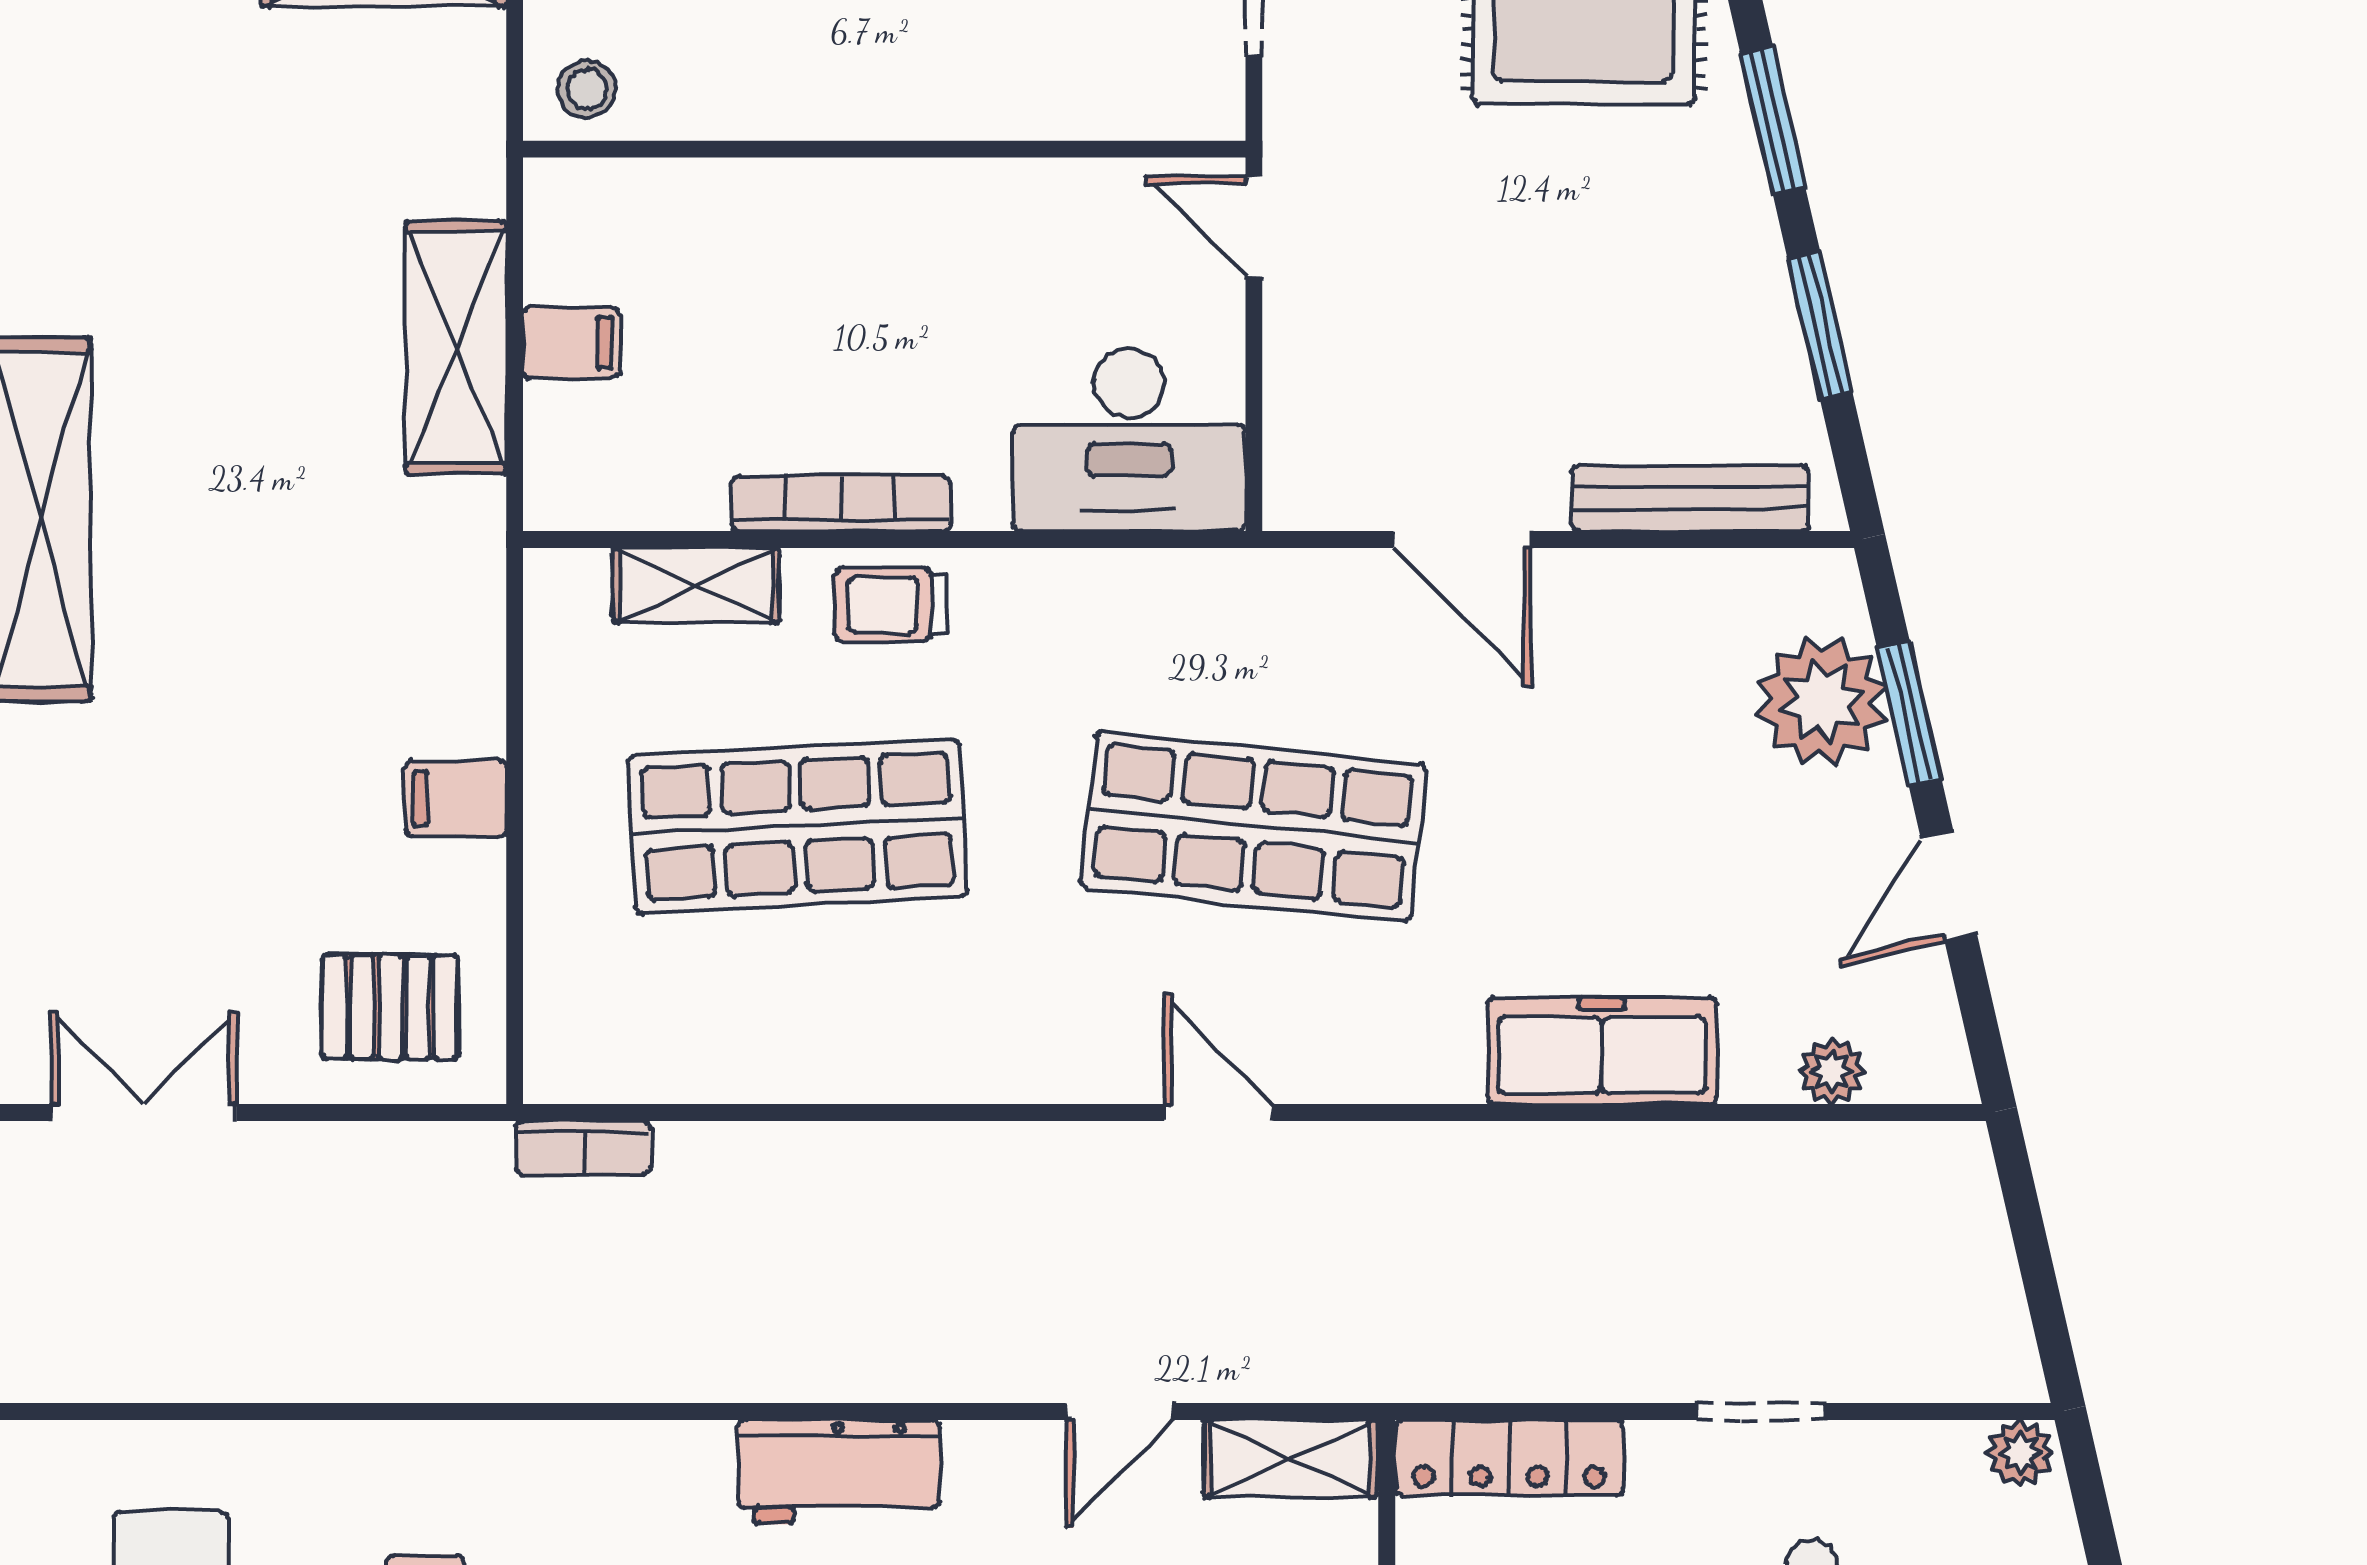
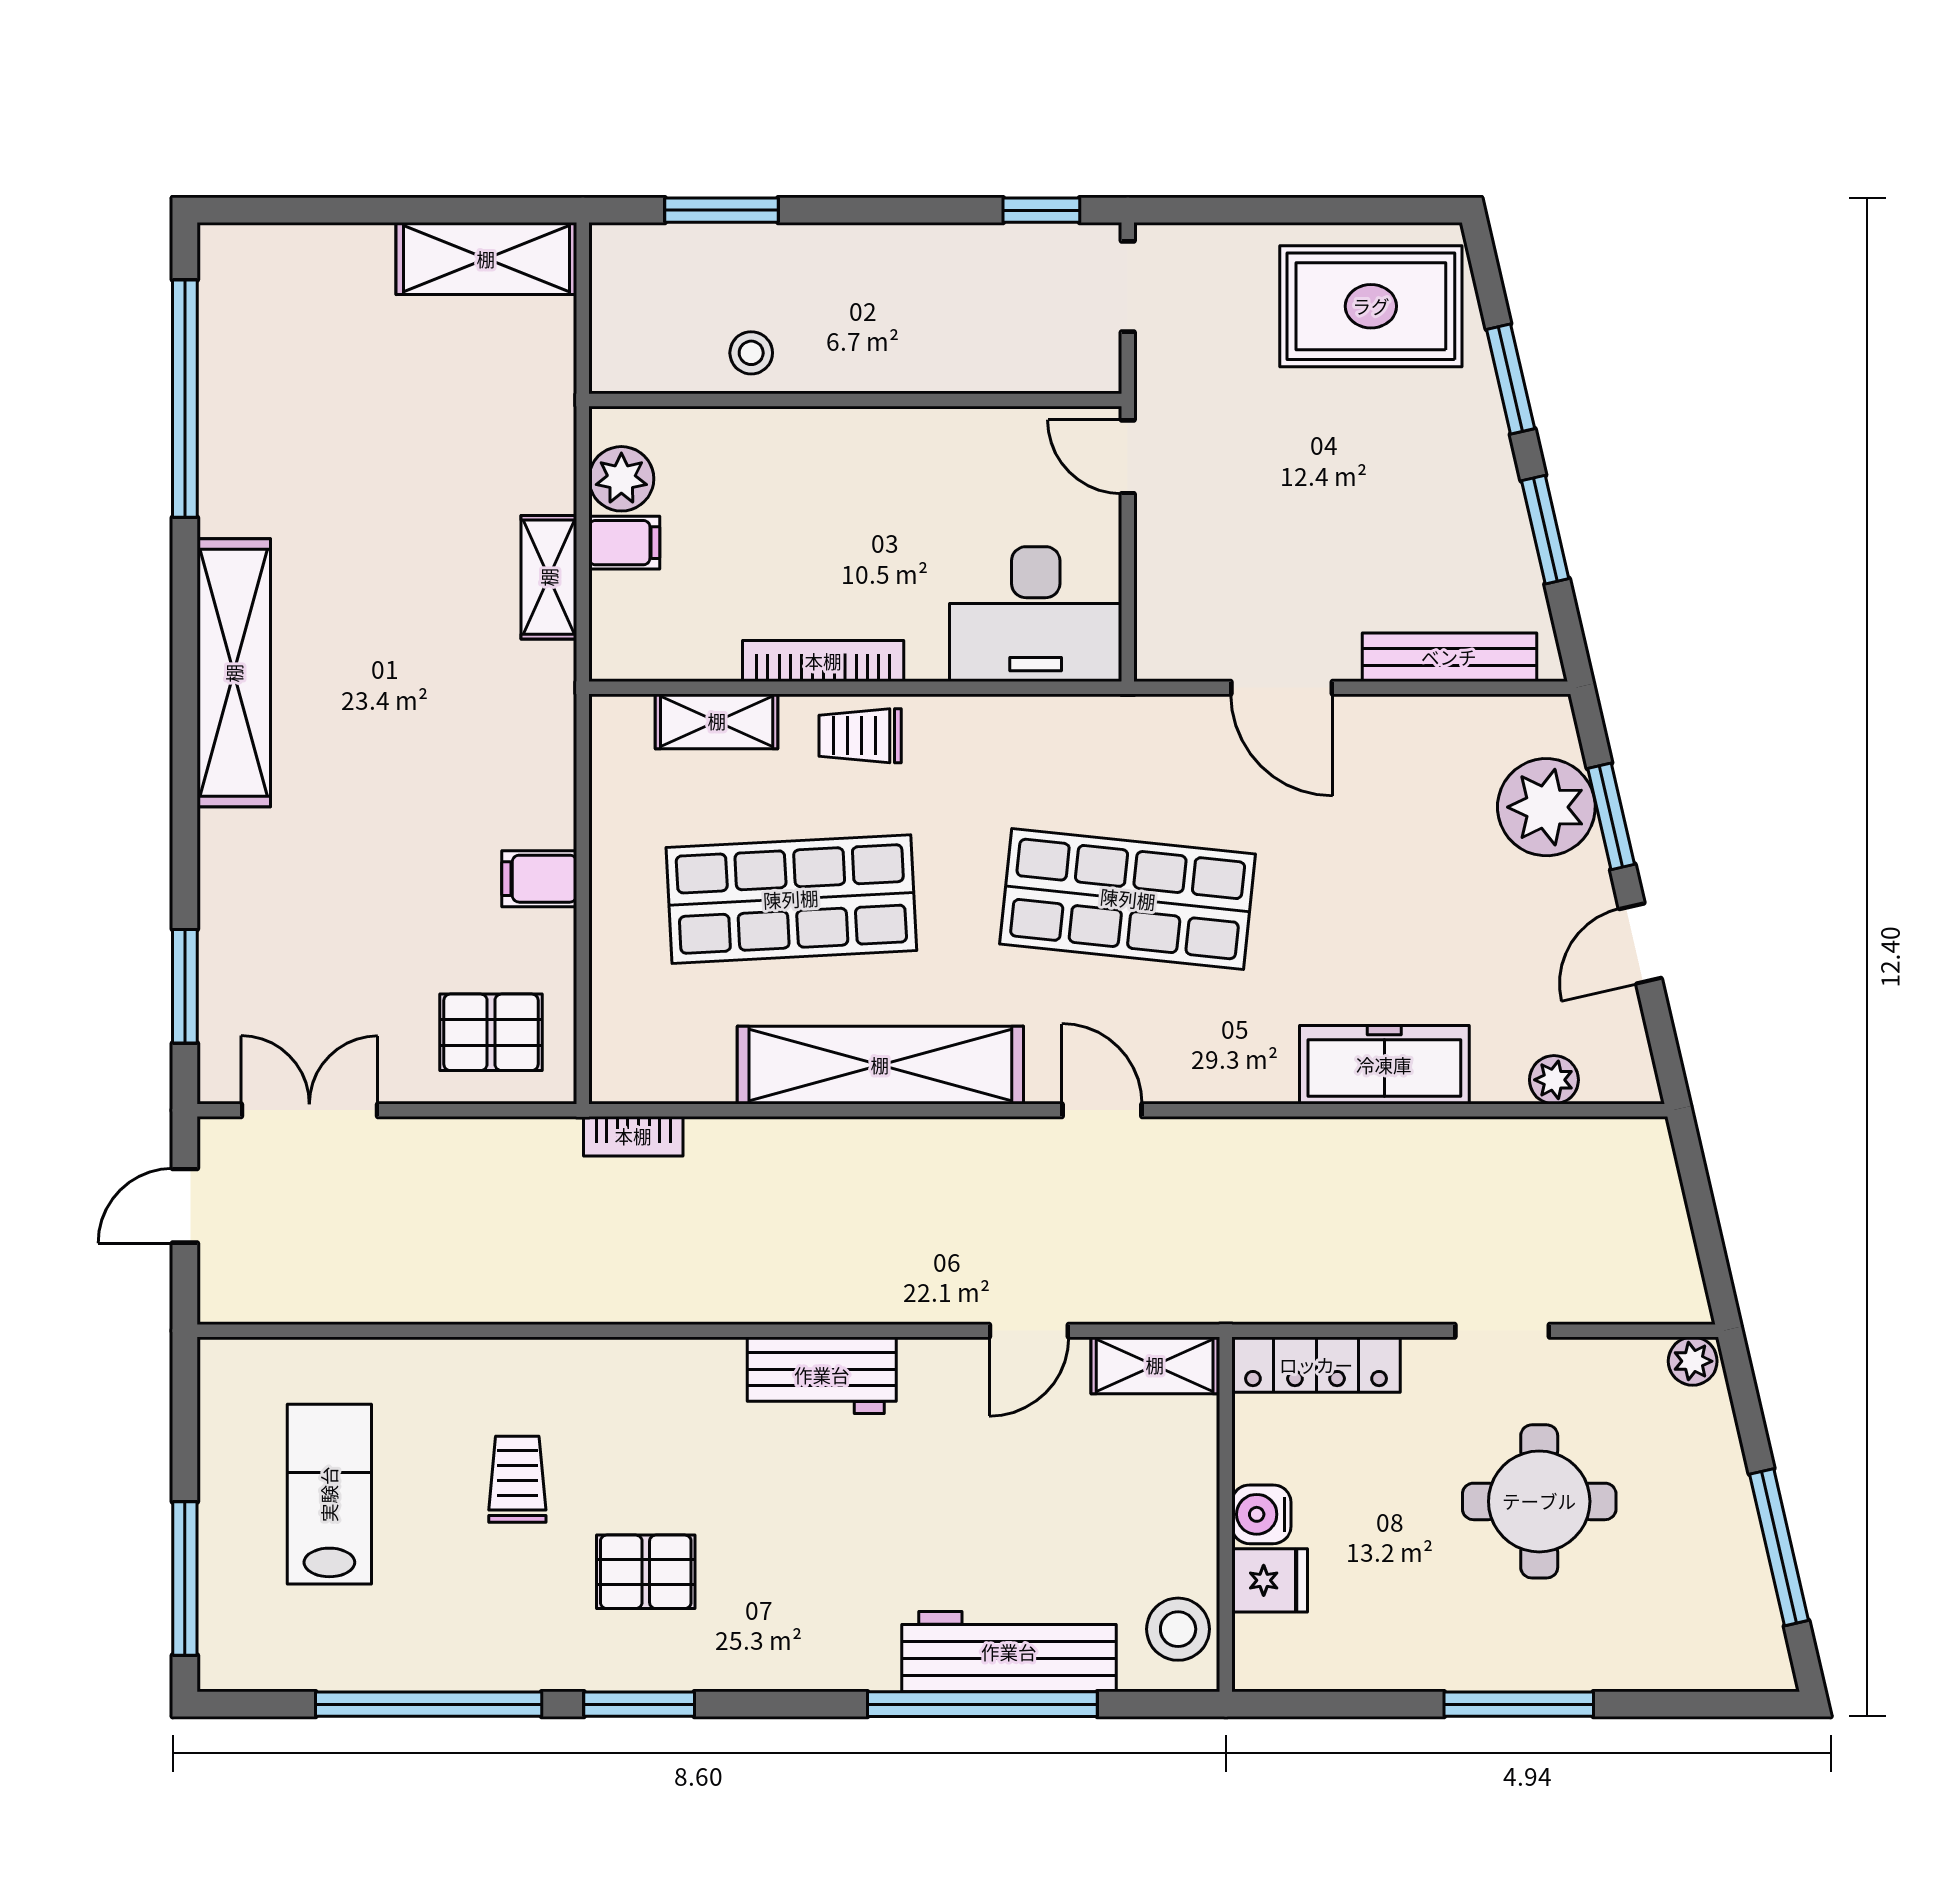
stool: (587, 89) -> (751, 353), moved
plant: (567, 256) -> (621, 479), added
shelving: (456, 347) -> (549, 577), width x0.67, depth x0.75
shelving: (918, 1051) -> (880, 1065), added

